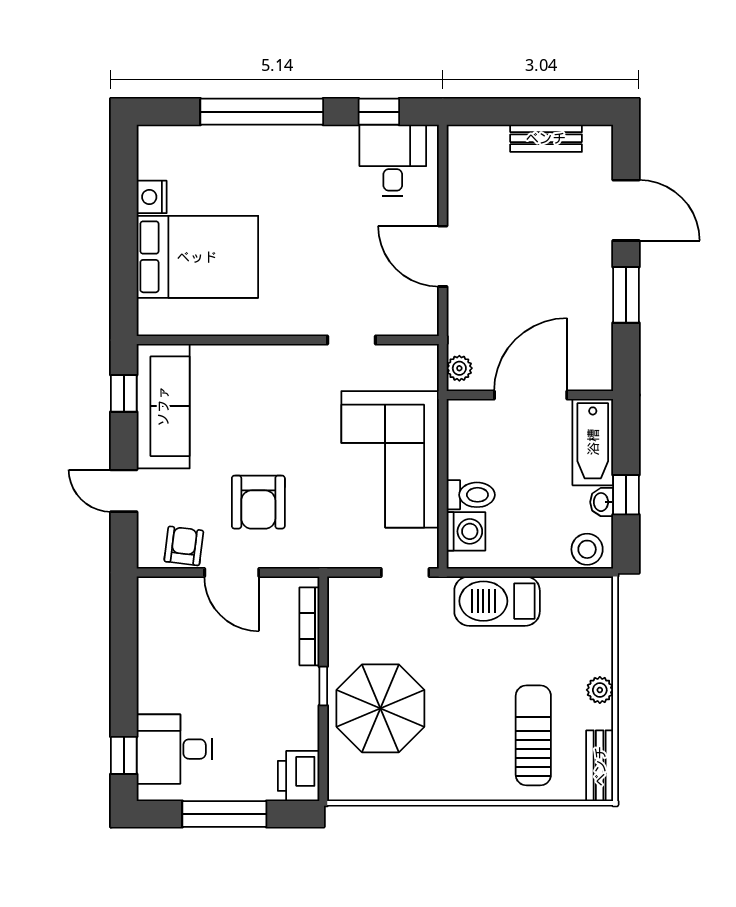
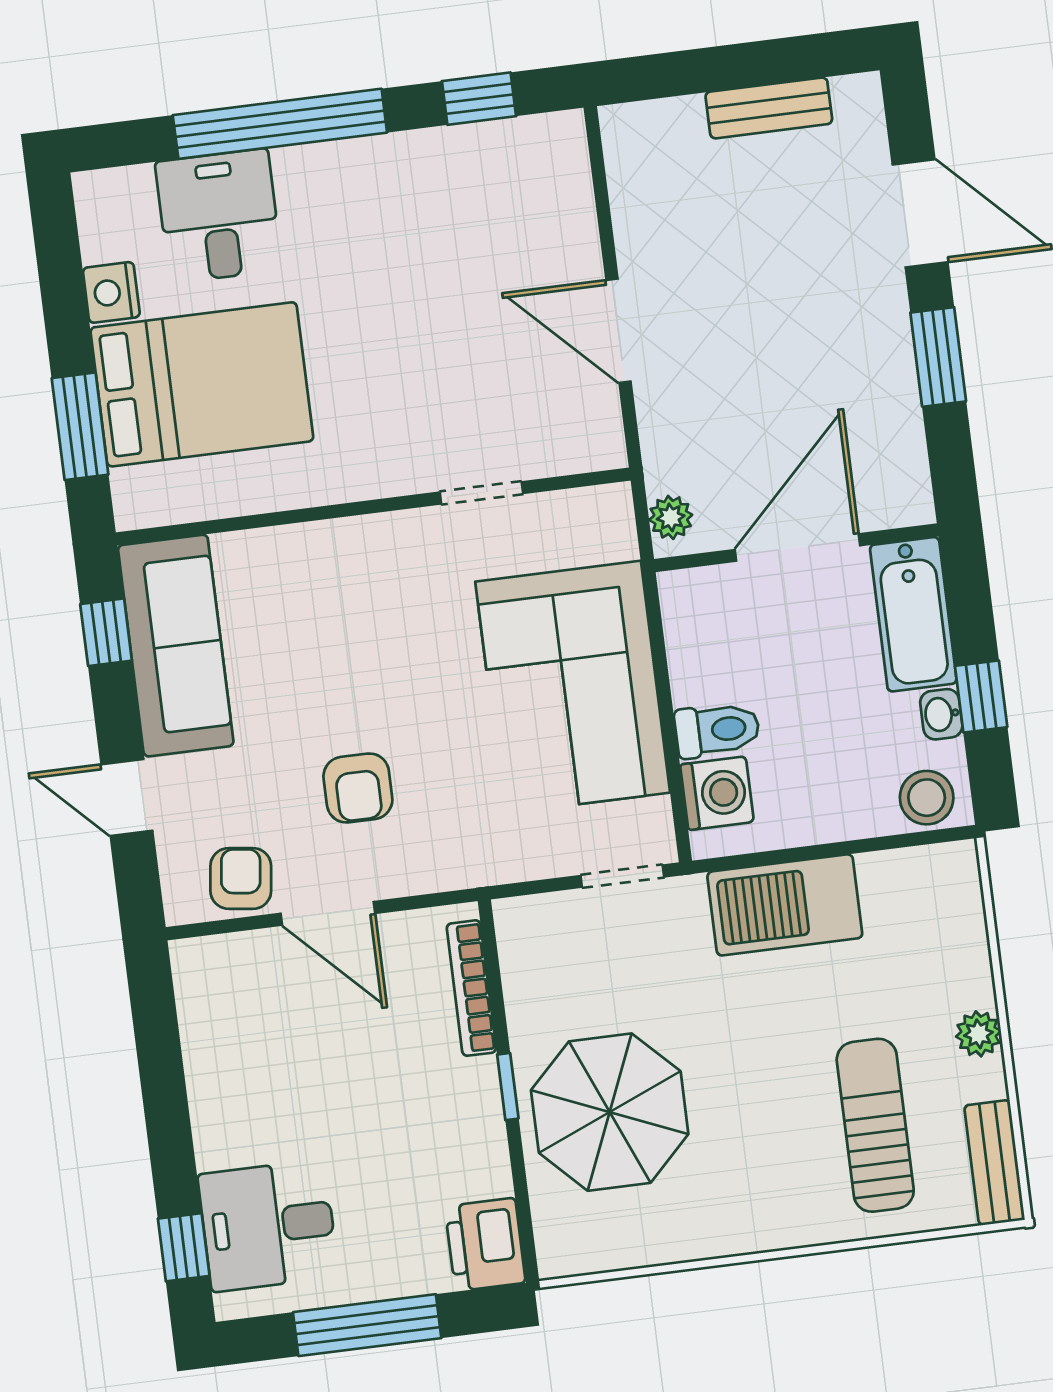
desk: (393, 160) -> (219, 216), moved
window: (124, 272) -> (80, 426), added
armchair: (258, 502) -> (358, 788), width x0.72, depth x0.72

